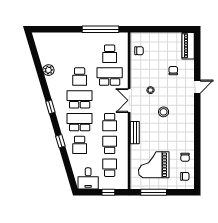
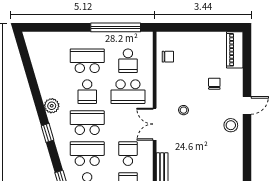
school desk: (80, 54) -> (87, 61), added
plant: (48, 70) -> (52, 106), moved
school desk: (110, 77) -> (128, 92), turned 180
stool: (164, 112) -> (231, 125), moved
school desk: (110, 122) -> (128, 154), turned 180

